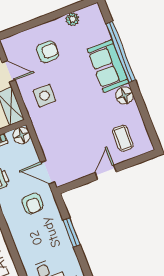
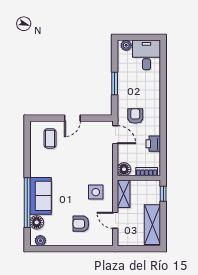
plant: (72, 19) -> (40, 241), moved
floor lamp: (125, 96) -> (37, 222), moved

